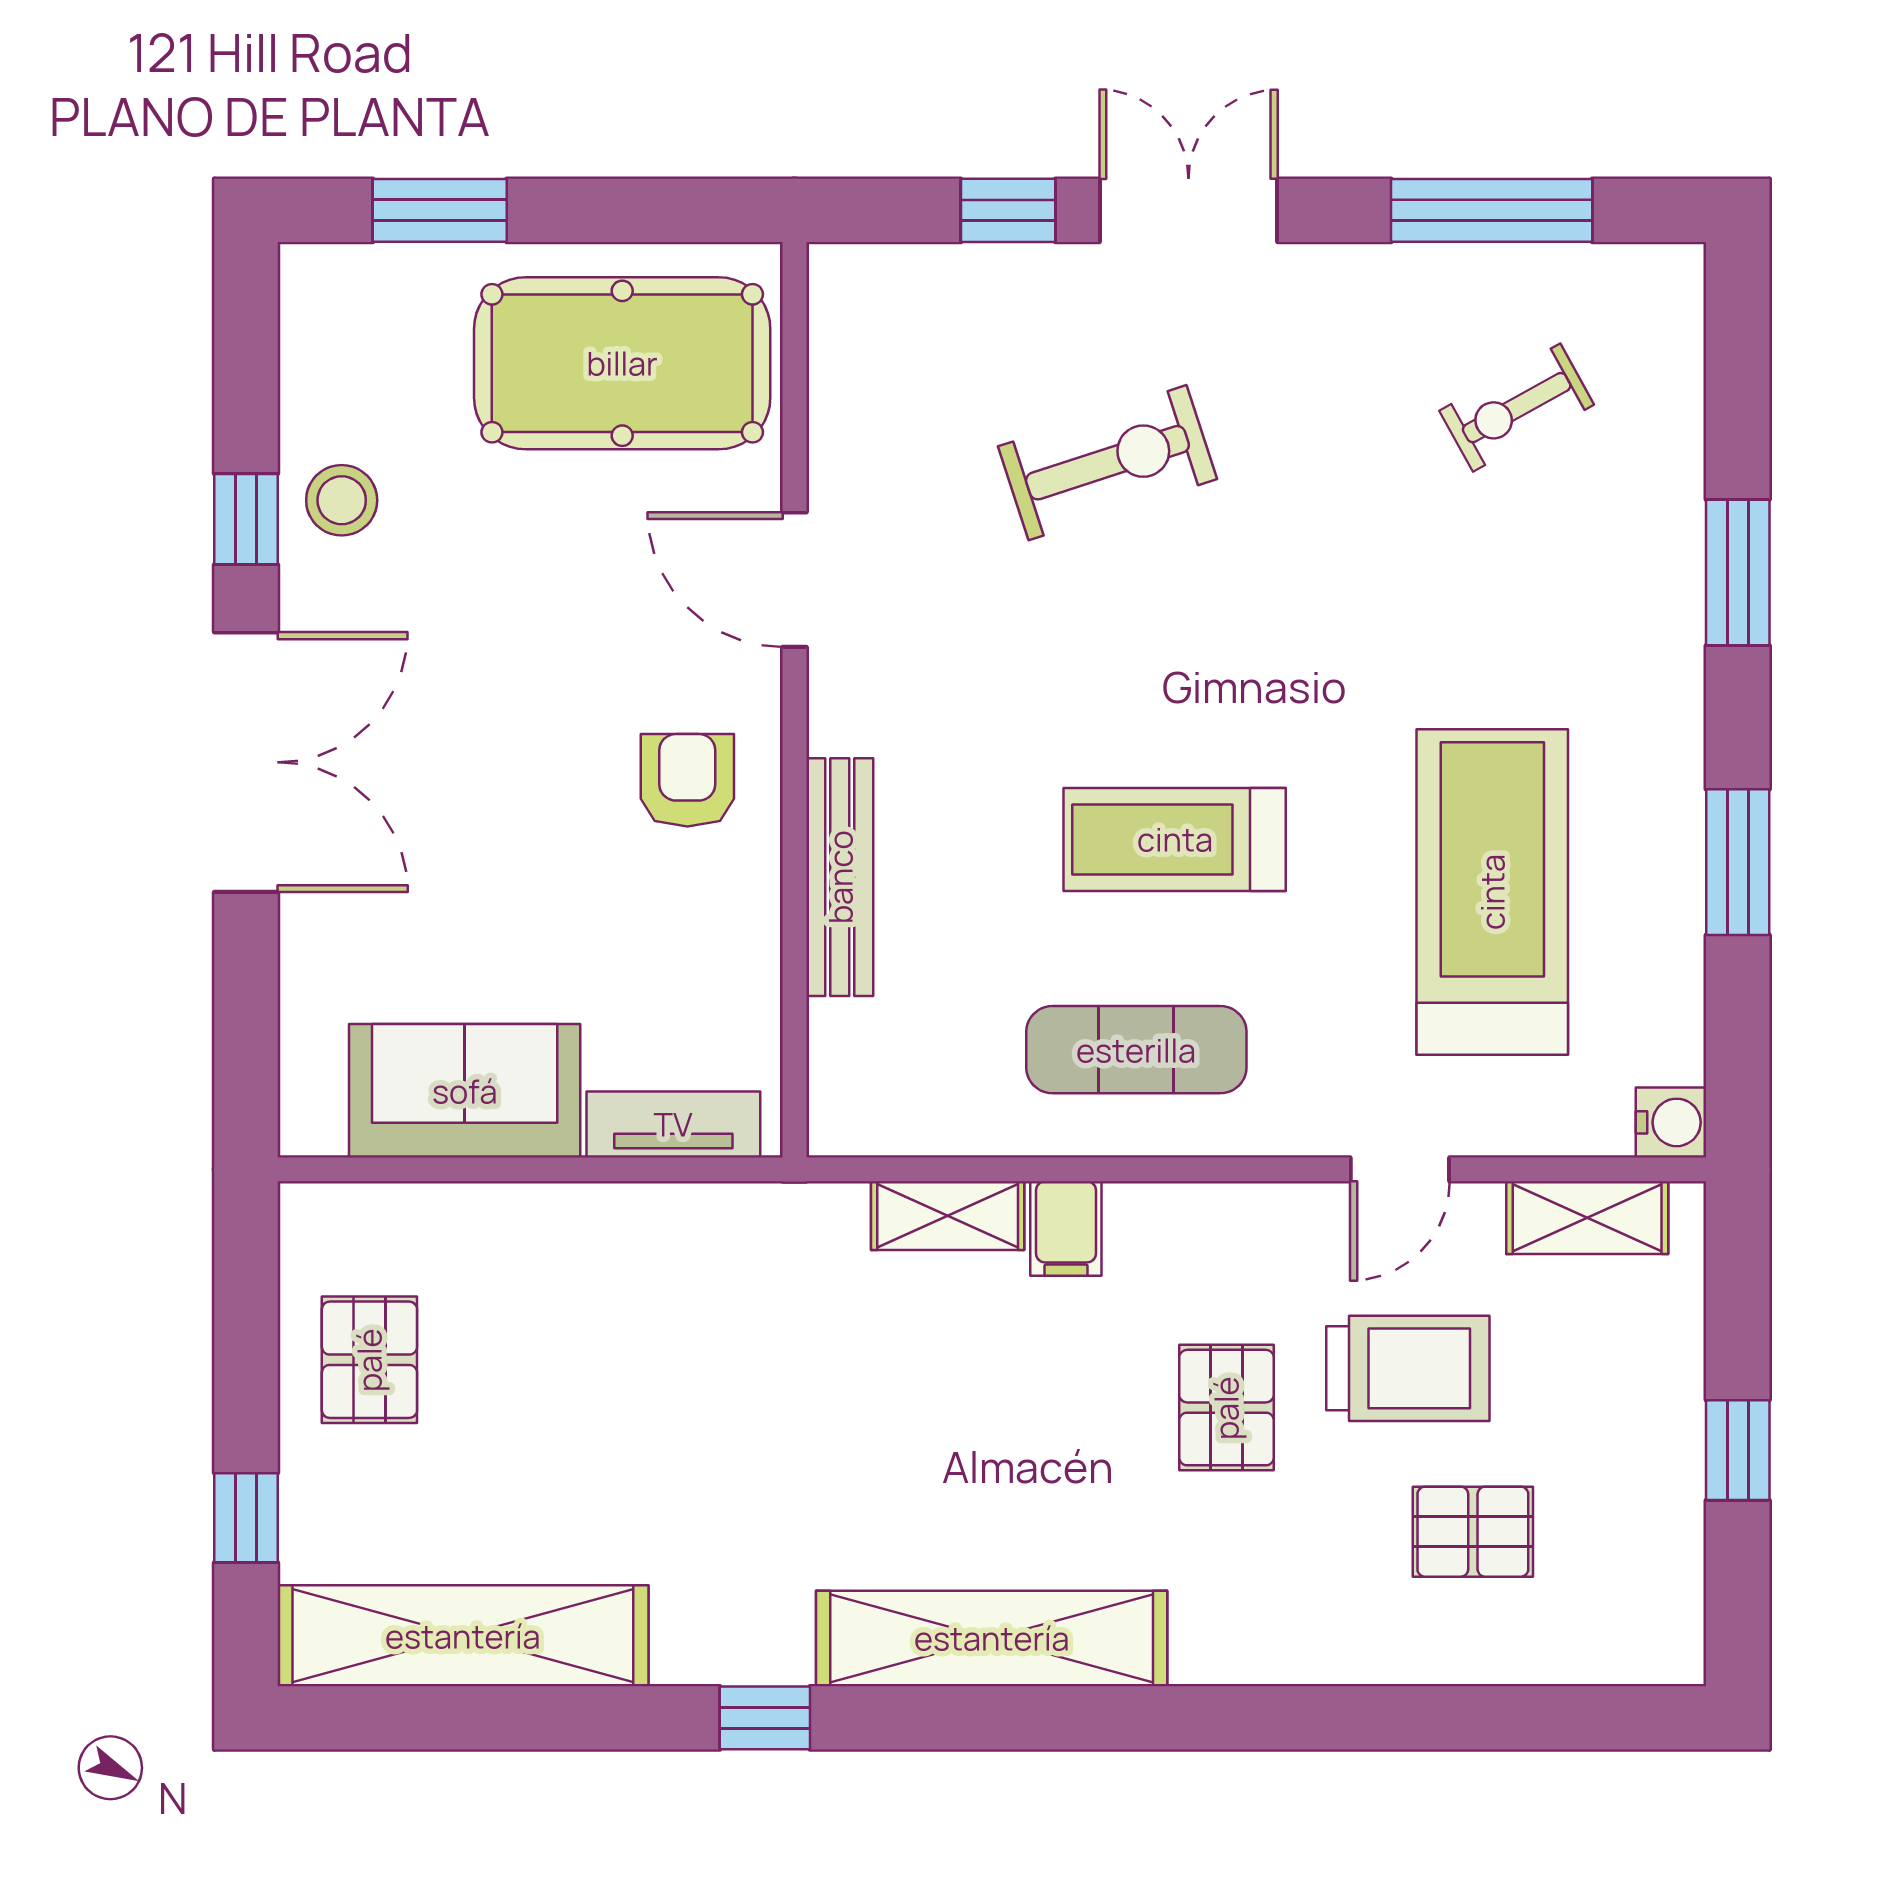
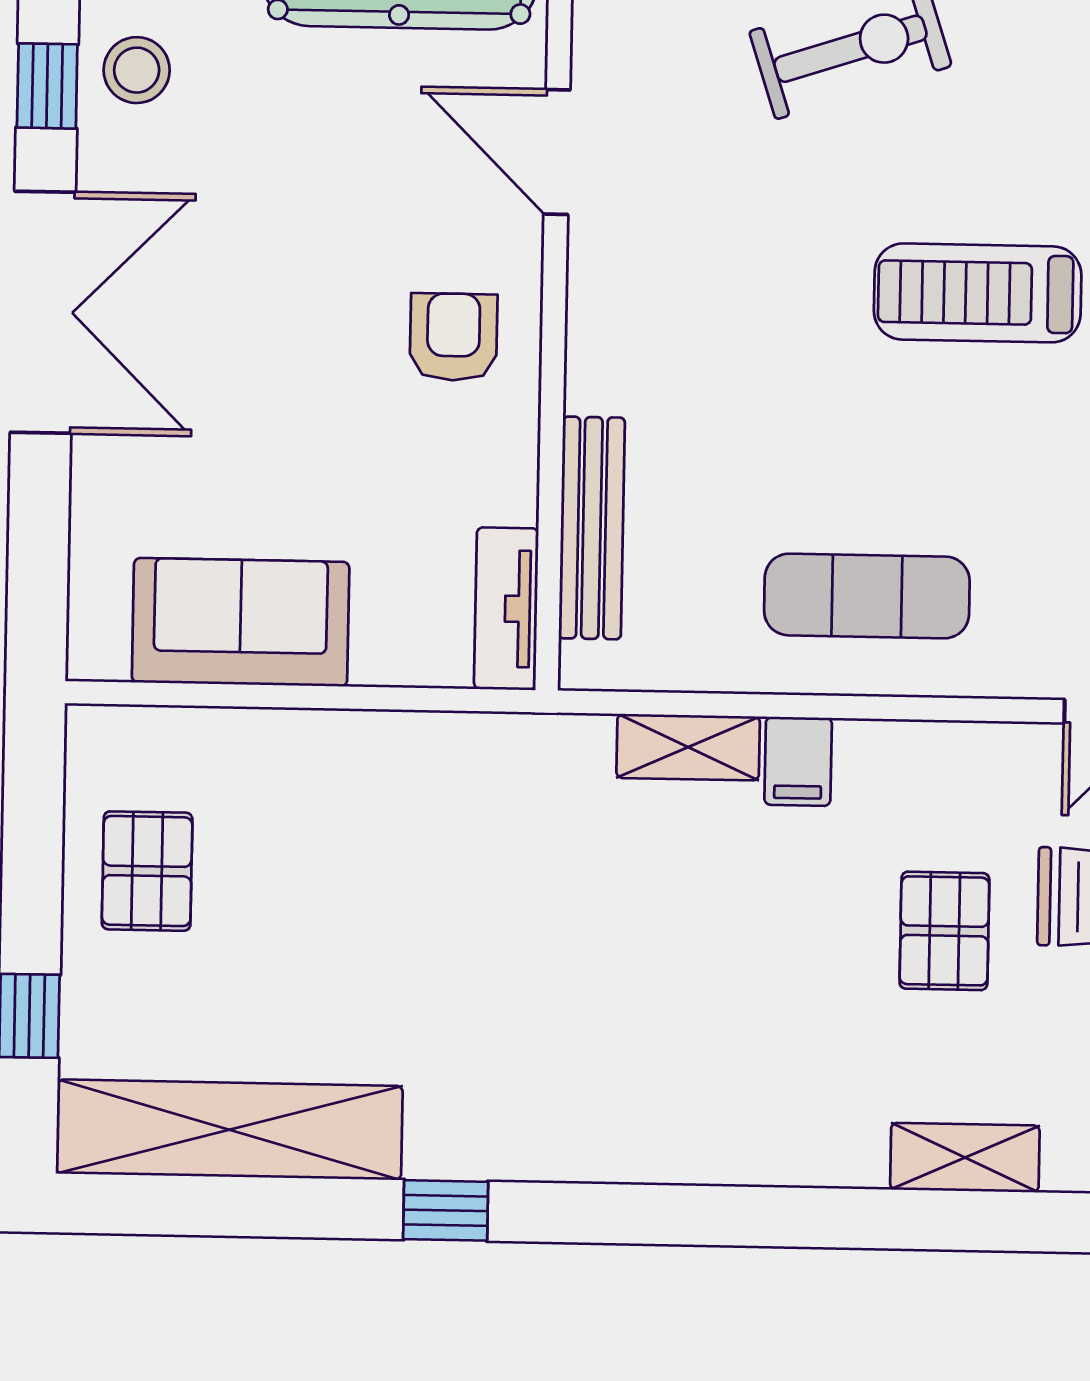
treadmill: (1175, 839) -> (978, 293), moved
bench: (840, 877) -> (592, 528), moved
tv unit: (673, 1124) -> (506, 609), moved, turned -90
shelving: (992, 1638) -> (965, 1158), moved, width x0.45, depth x0.75
window: (765, 1718) -> (446, 1210), moved

